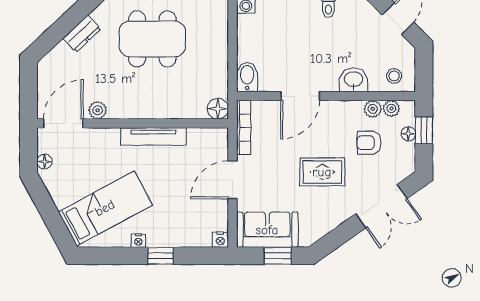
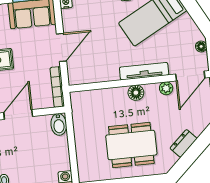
floor lamp: (218, 109) -> (136, 93), moved
tv unit: (154, 136) -> (144, 71), moved

